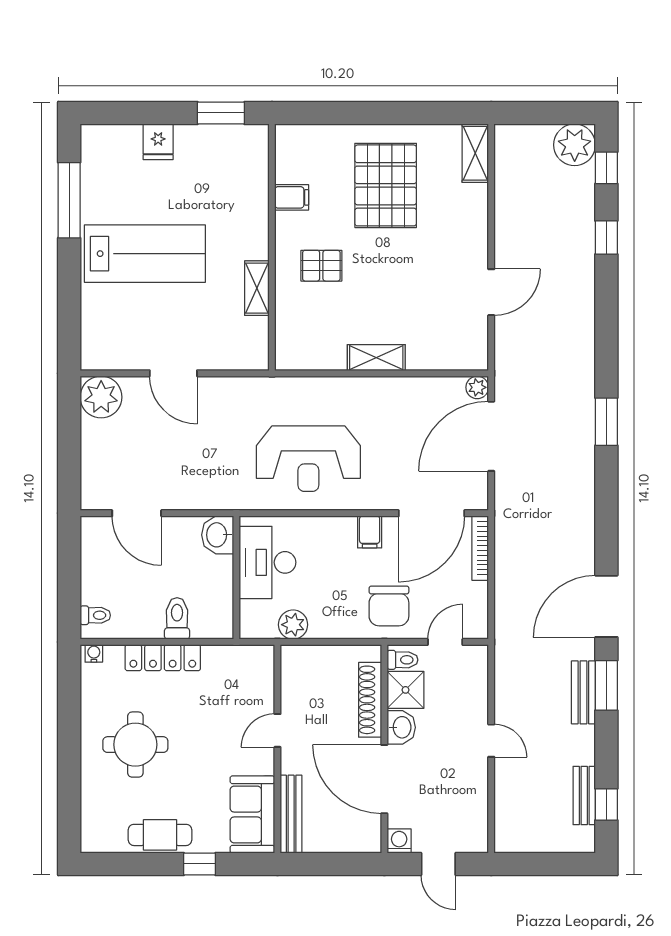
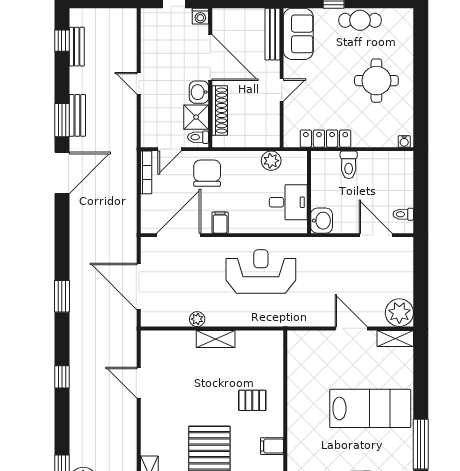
window: (606, 237) -> (62, 377), moved
lab bench: (145, 254) -> (370, 408), turned 180
shelving: (257, 288) -> (395, 338), moved, turned 90
door: (491, 292) -> (139, 383), hinge flipped
plant: (477, 387) -> (197, 319), moved
door: (491, 436) -> (139, 286), swing flipped
bookcase: (480, 548) -> (146, 172), moved
desk: (267, 562) -> (288, 202), width x0.73
toilet: (95, 615) -> (403, 214), moved
locker: (163, 658) -> (326, 139), moved

